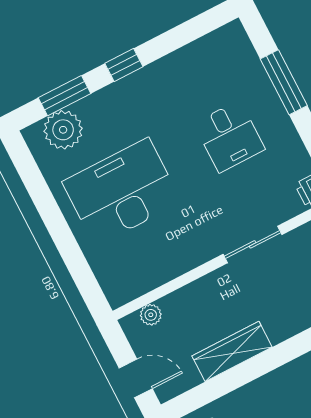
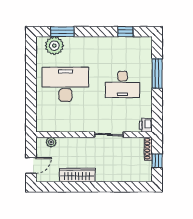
window: (124, 65) -> (125, 32), moved
desk: (229, 136) -> (123, 84), width x1.37
door: (136, 378) -> (31, 165), hinge flipped

